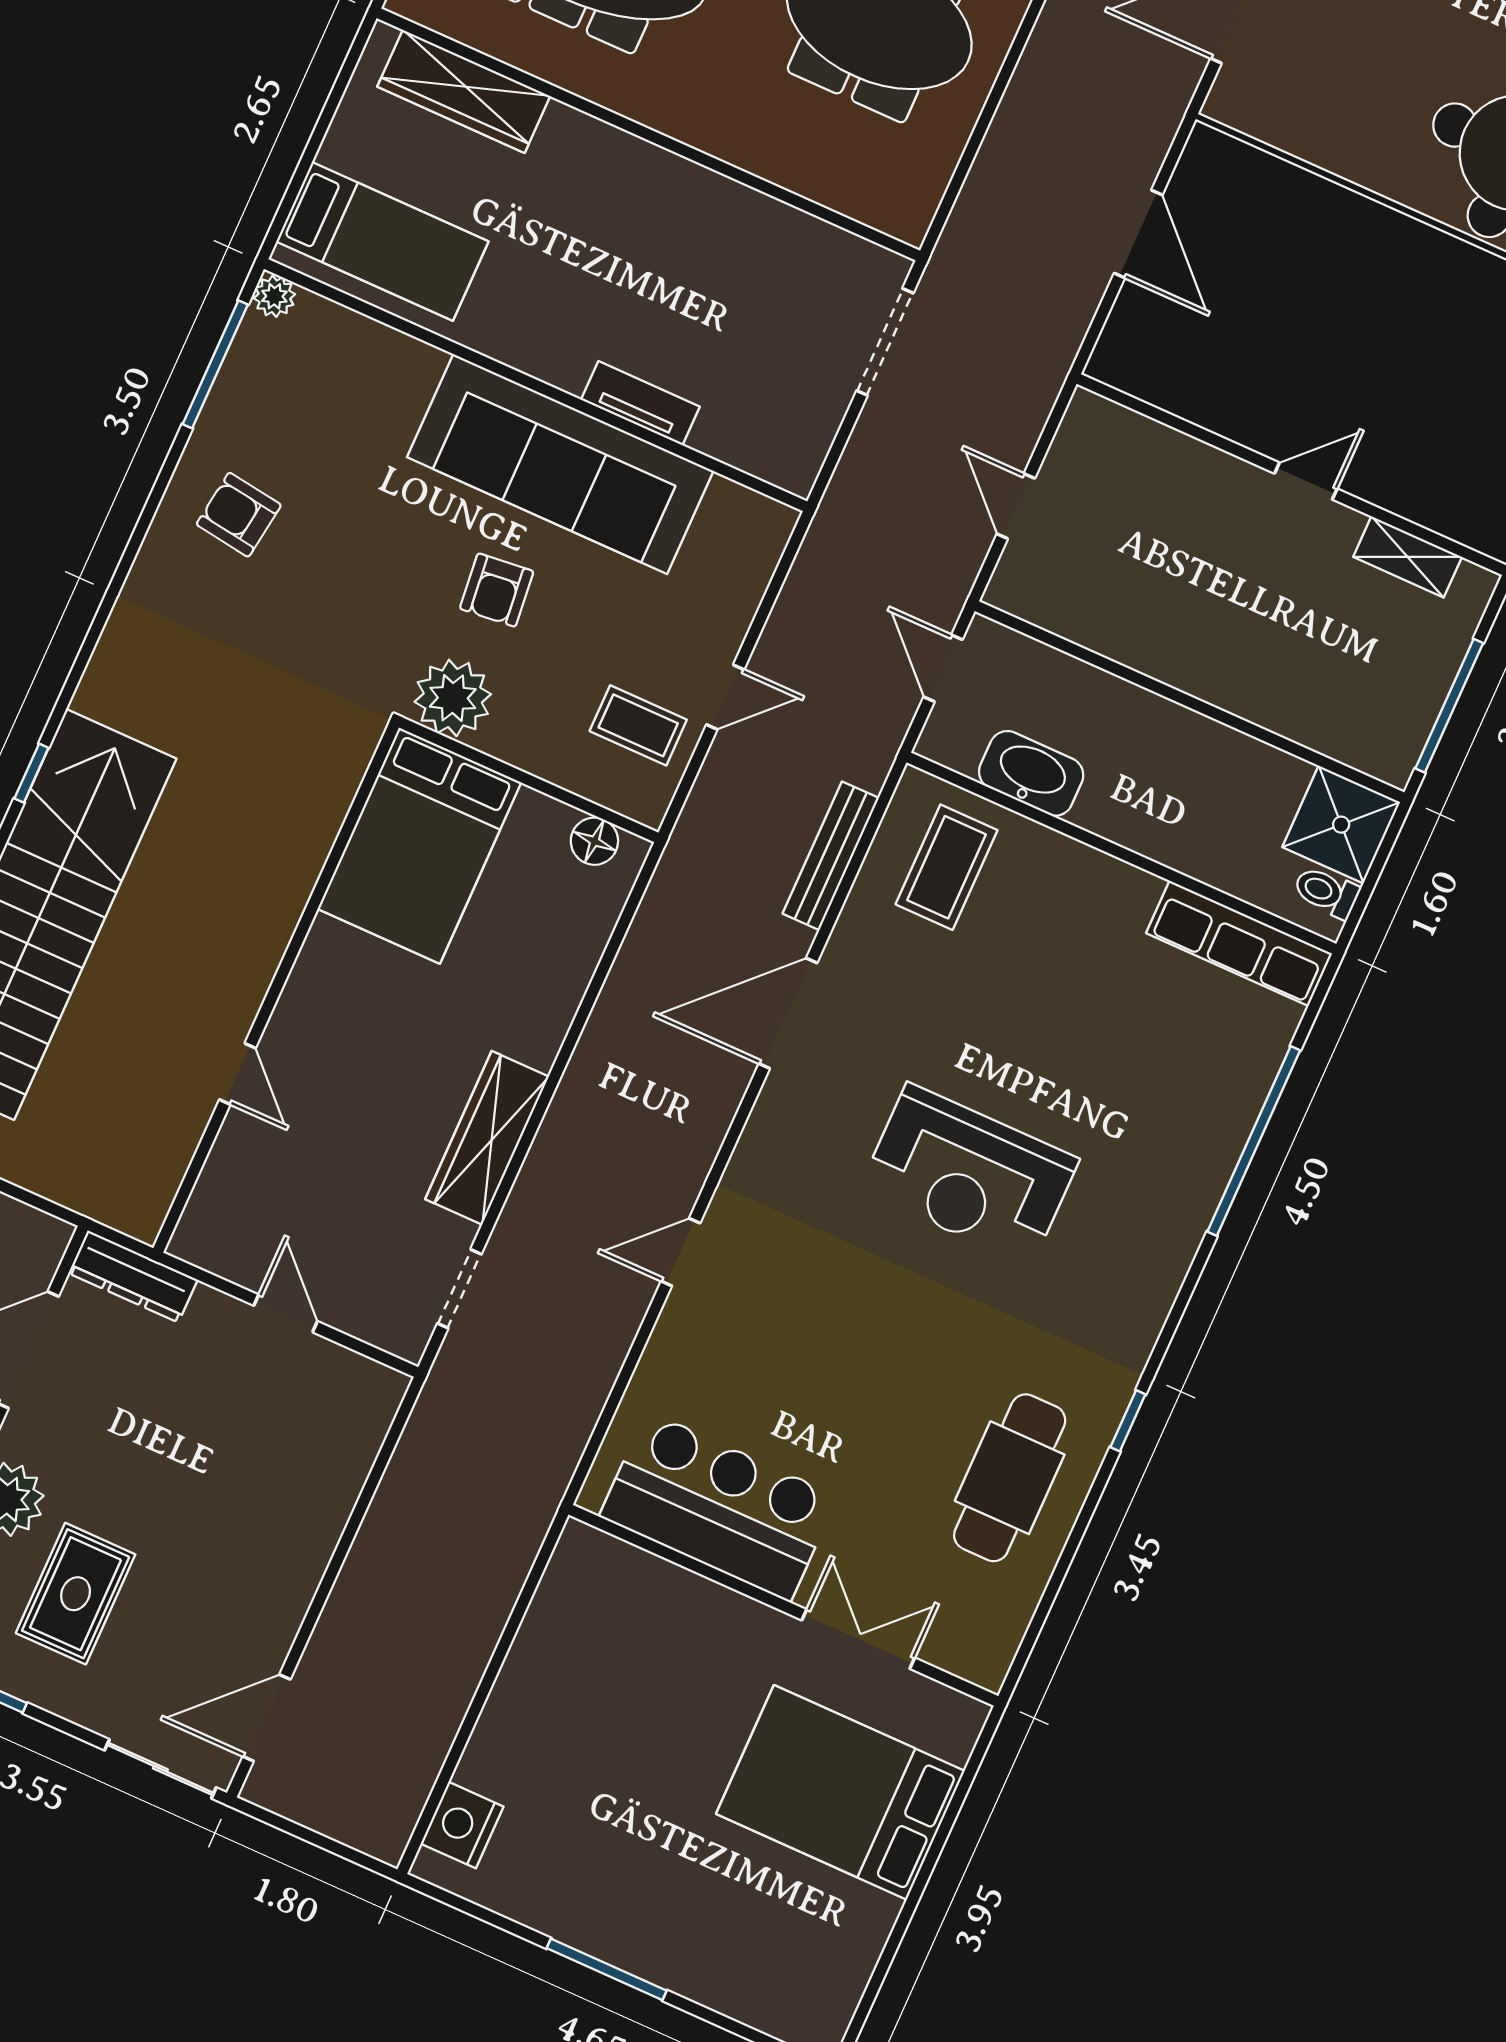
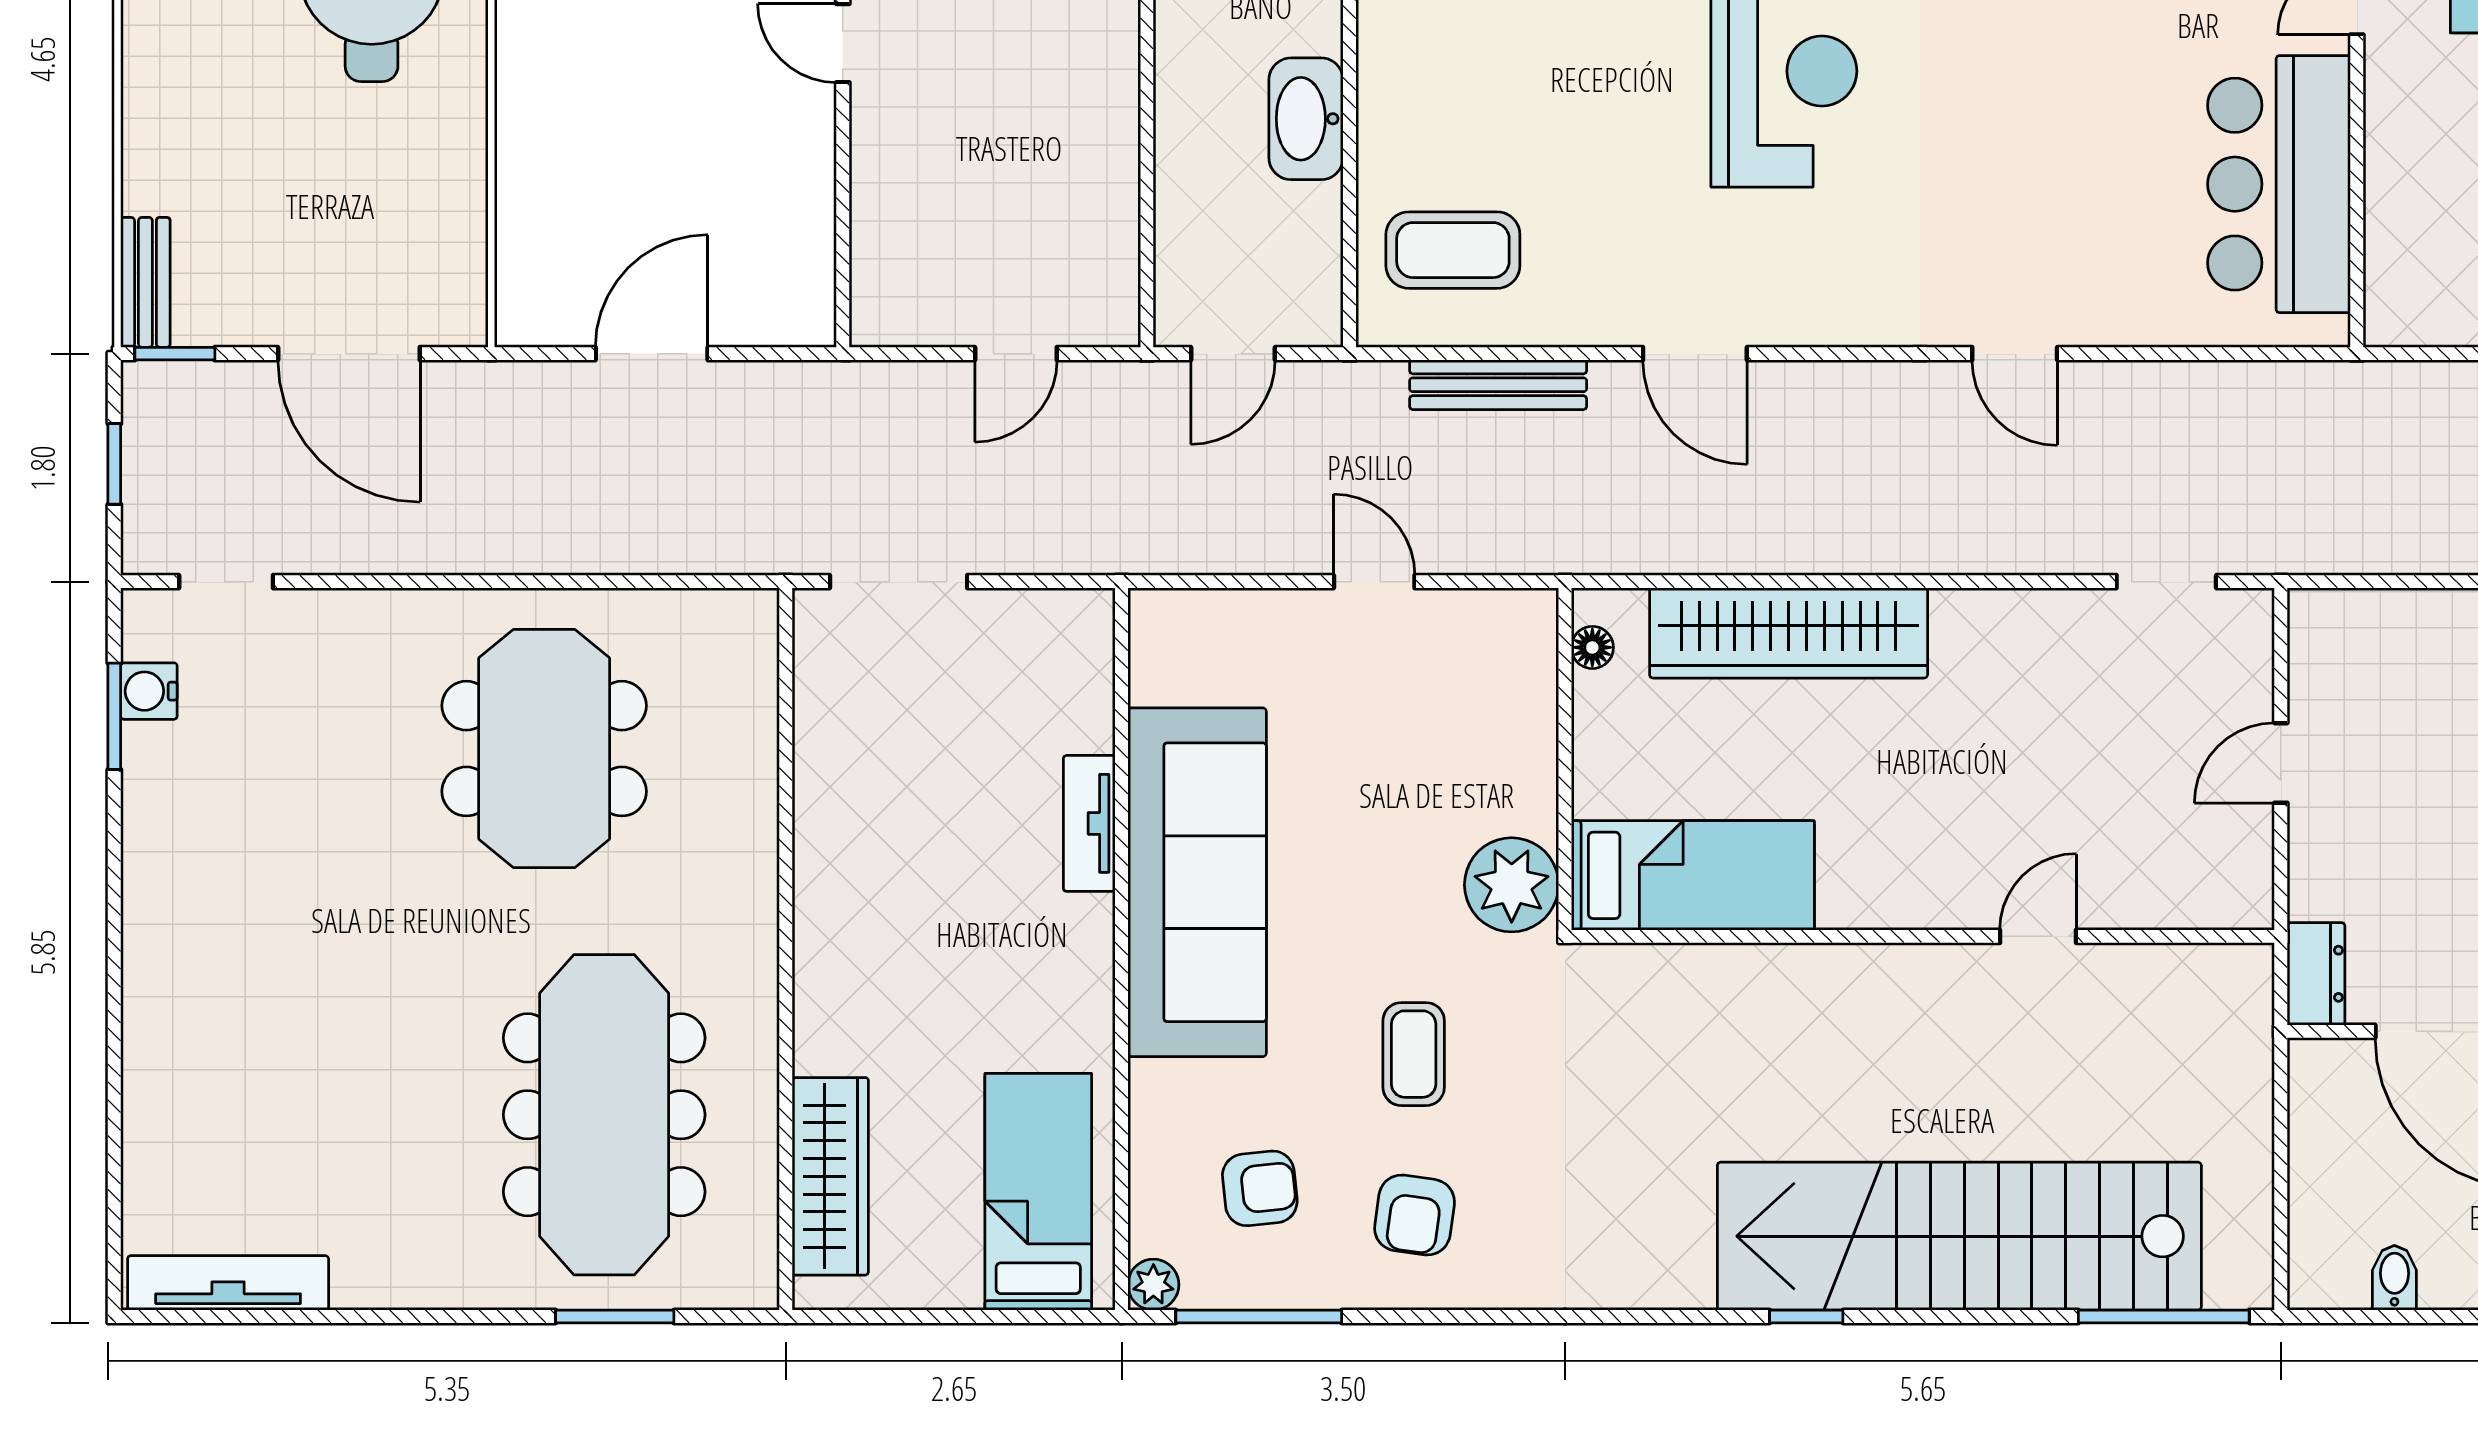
armchair: (497, 590) -> (1260, 1188), moved
coffee table: (638, 725) -> (1414, 1054), moved
washbasin: (1031, 773) -> (1306, 119), moved
floor lamp: (594, 841) -> (1592, 647), width x0.73, depth x0.73
bed: (419, 846) -> (1693, 875), width x0.67
door: (788, 1013) -> (1695, 354), width x0.73
wardrobe: (487, 1138) -> (1789, 633), moved, width x1.40, depth x1.17
dresser: (133, 1276) -> (2316, 974), width x0.70

